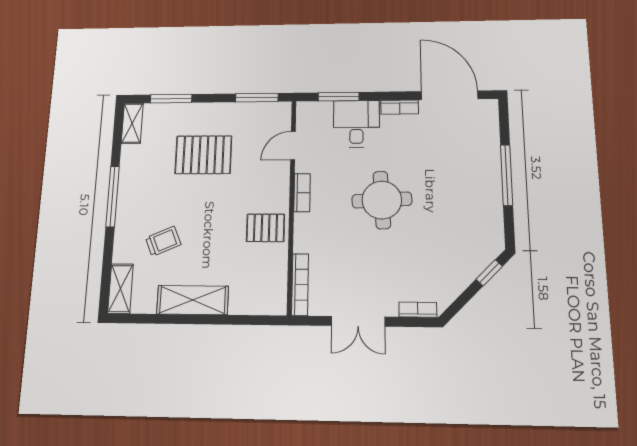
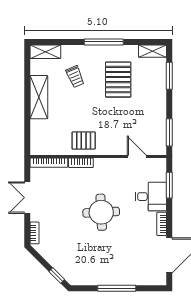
pallet: (203, 155) -> (118, 80), moved
bookcase: (302, 193) -> (81, 163), moved
pallet: (265, 228) -> (84, 141), turned 90

